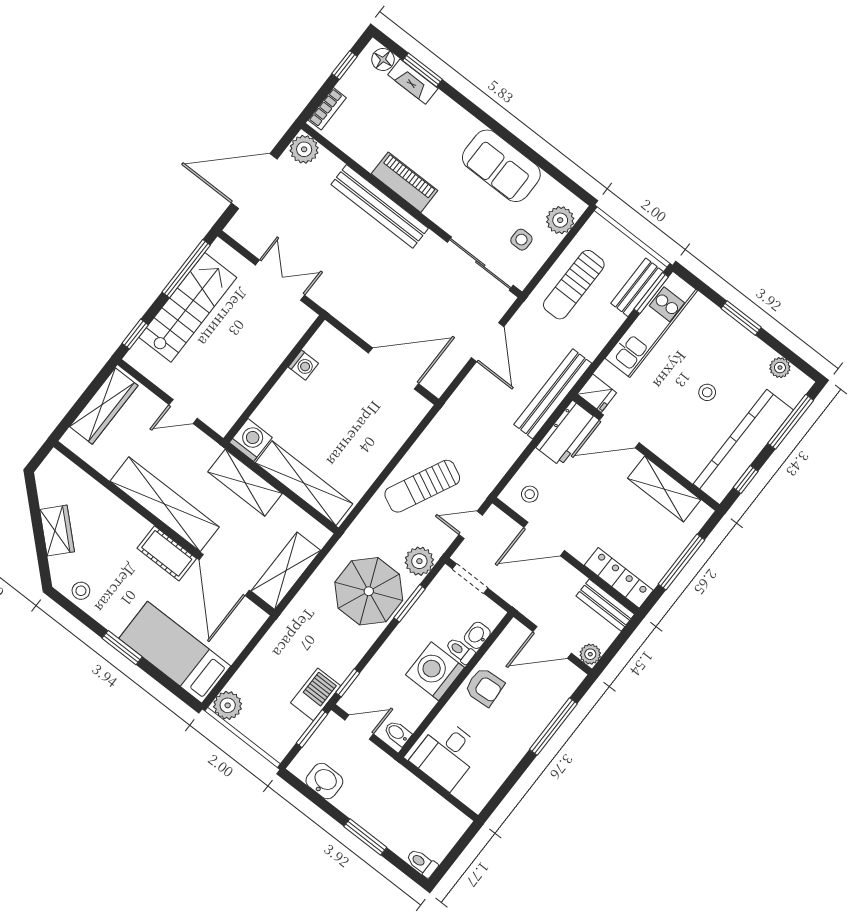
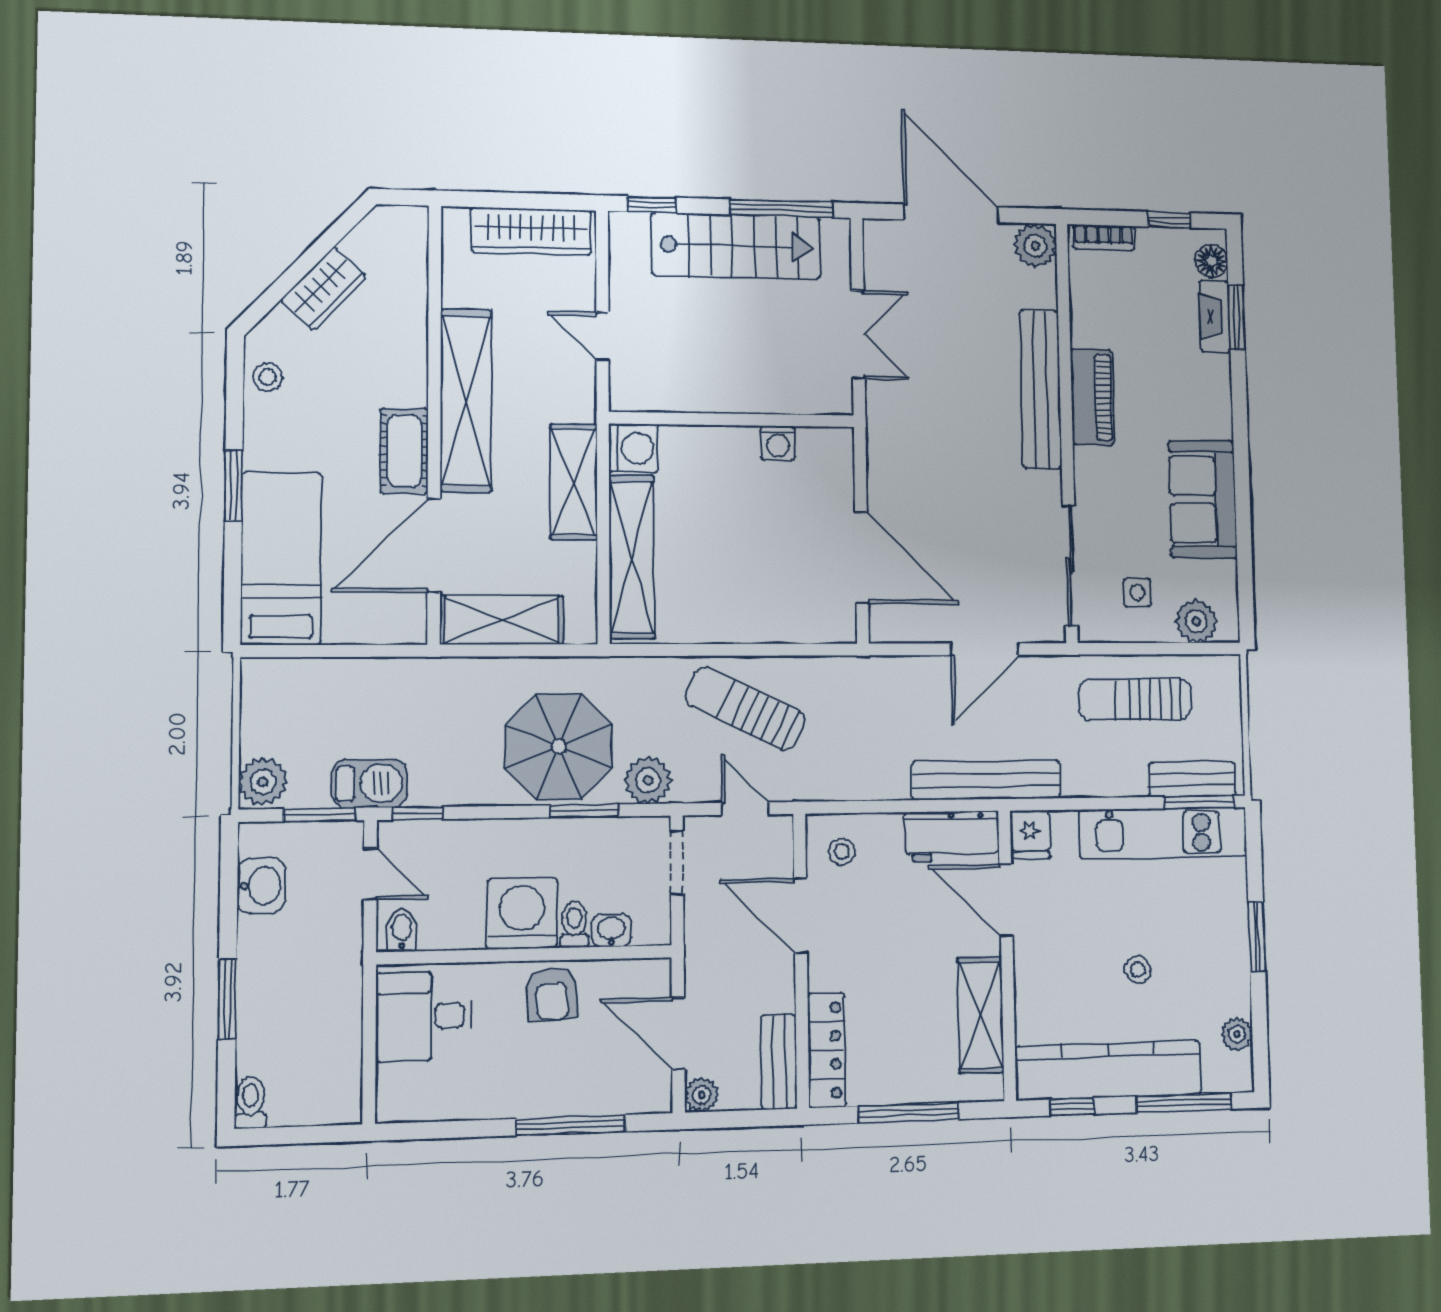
plant: (228, 705) -> (263, 782), moved

